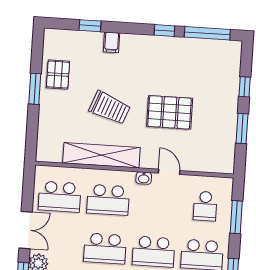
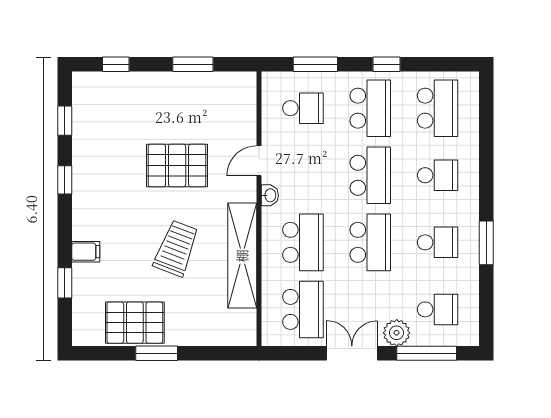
window: (207, 33) -> (65, 121), width x0.46
pallet: (58, 74) -> (135, 323), width x1.50, depth x1.42
window: (245, 87) -> (116, 64), moved
pallet: (170, 112) -> (177, 165), turned 90

